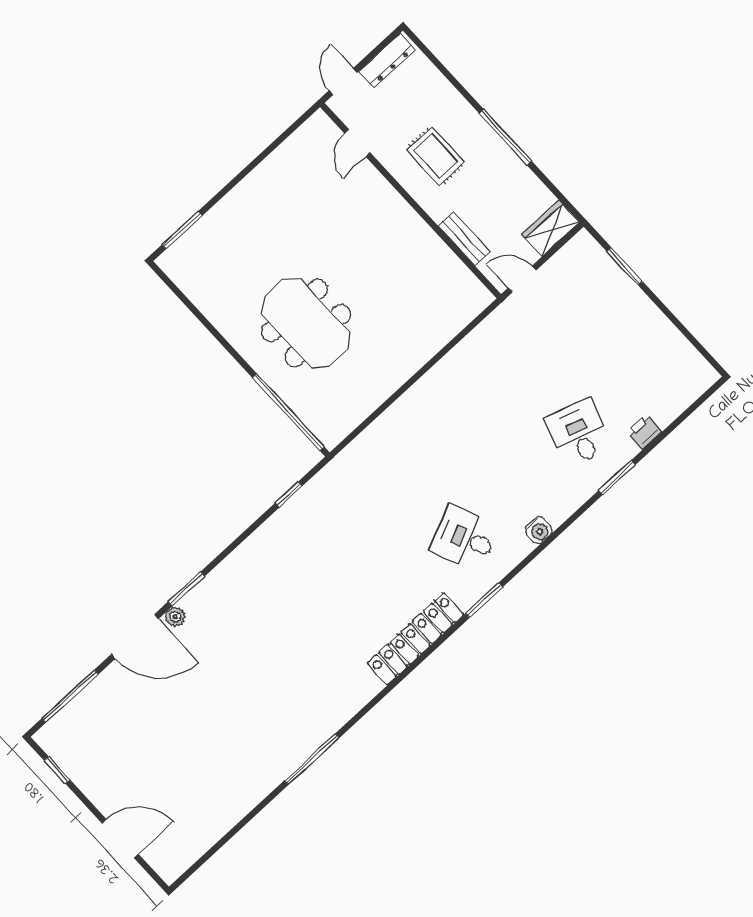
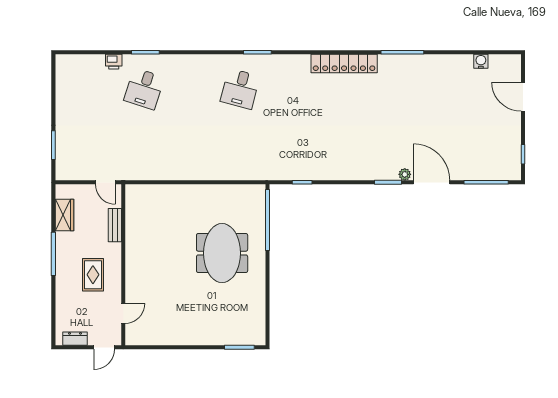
dresser: (387, 60) -> (75, 339), width x0.70
wardrobe: (551, 229) -> (64, 215), moved, turned -90
water cooler: (539, 530) -> (481, 61), moved
desk: (465, 538) -> (240, 89), turned 39
locker: (416, 639) -> (344, 64), moved

